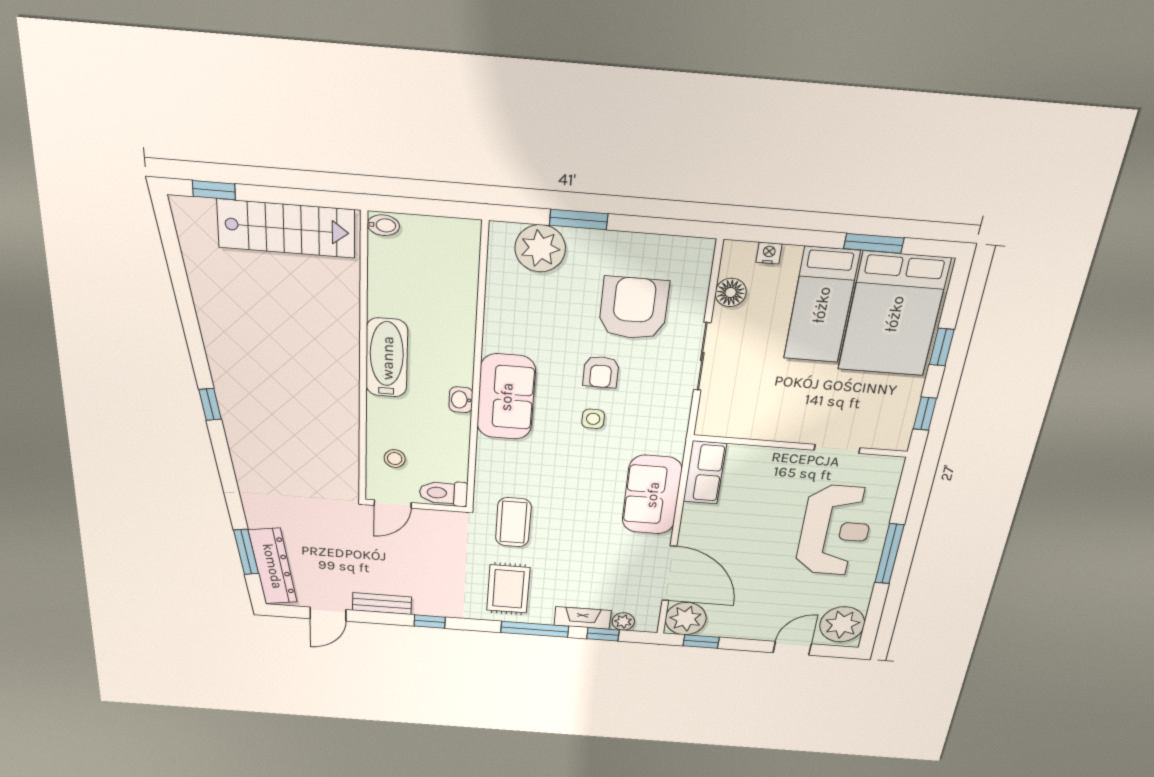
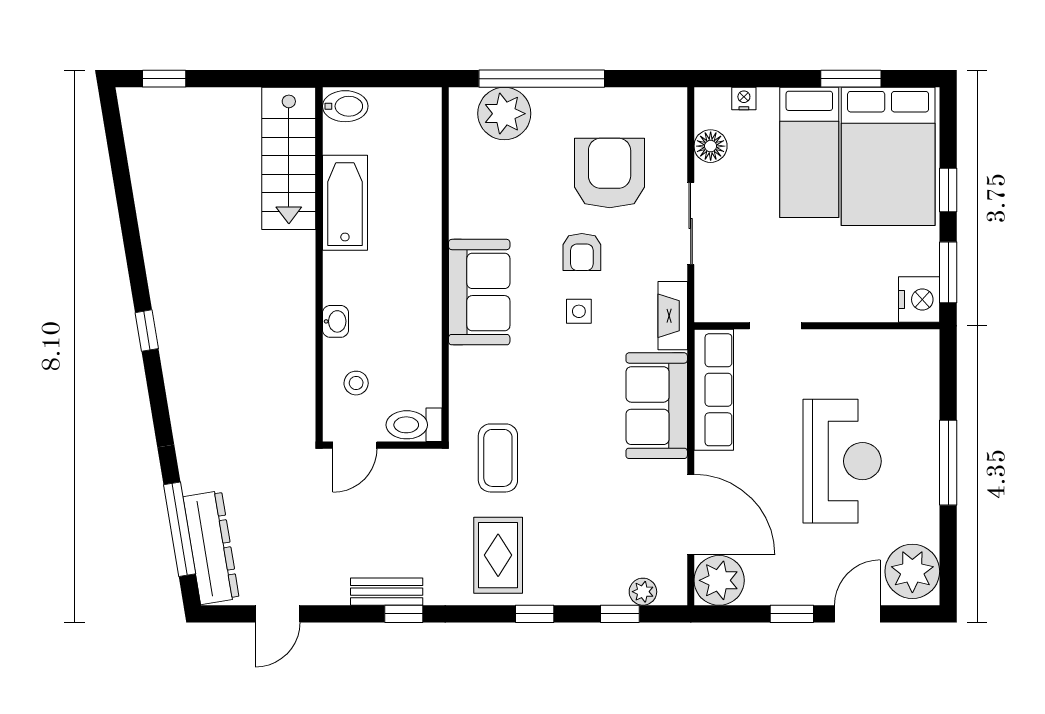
window: (579, 220) -> (542, 79), width x2.11
bidet: (383, 225) -> (345, 106), width x1.38, depth x1.36
stairs: (286, 228) -> (289, 158), moved, turned 90
bathtub: (387, 358) -> (345, 203), moved
washbasin: (461, 400) -> (335, 321), moved, turned 180
window: (925, 414) -> (948, 272), width x1.50
nightstand: (894, 433) -> (919, 300), added
doorway: (837, 449) -> (775, 326), moved
row of seats: (705, 473) -> (714, 390), width x1.48
reception desk: (835, 531) -> (842, 461), moved
window: (246, 552) -> (180, 529), width x1.44
bench: (382, 604) -> (387, 592), moved
fireplace: (583, 618) -> (673, 316), moved, turned -90
window: (535, 629) -> (535, 614), width x0.46
window: (701, 642) -> (792, 614), moved

